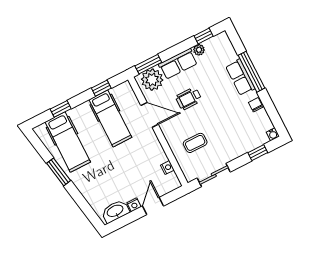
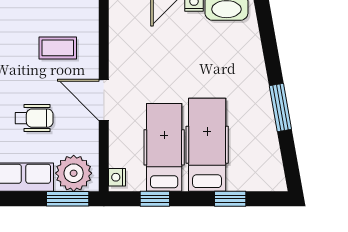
door: (150, 115) -> (104, 100), moved
hospital bed: (68, 142) -> (207, 145), moved
nightstand: (167, 168) -> (117, 177), moved

